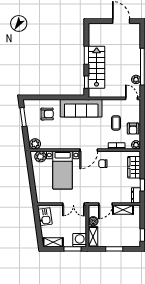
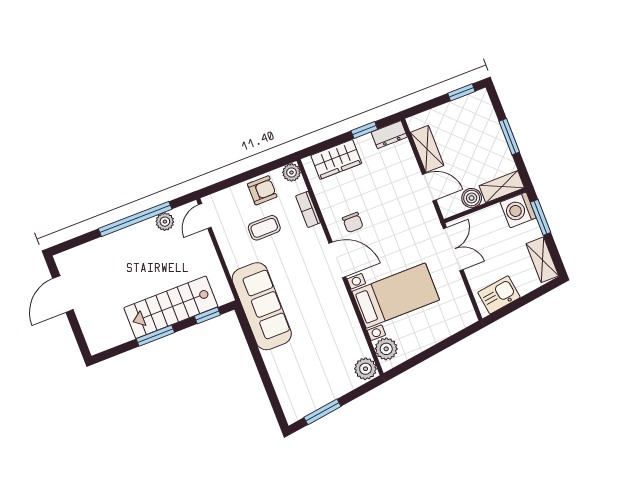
armchair: (47, 114) -> (298, 368), removed

